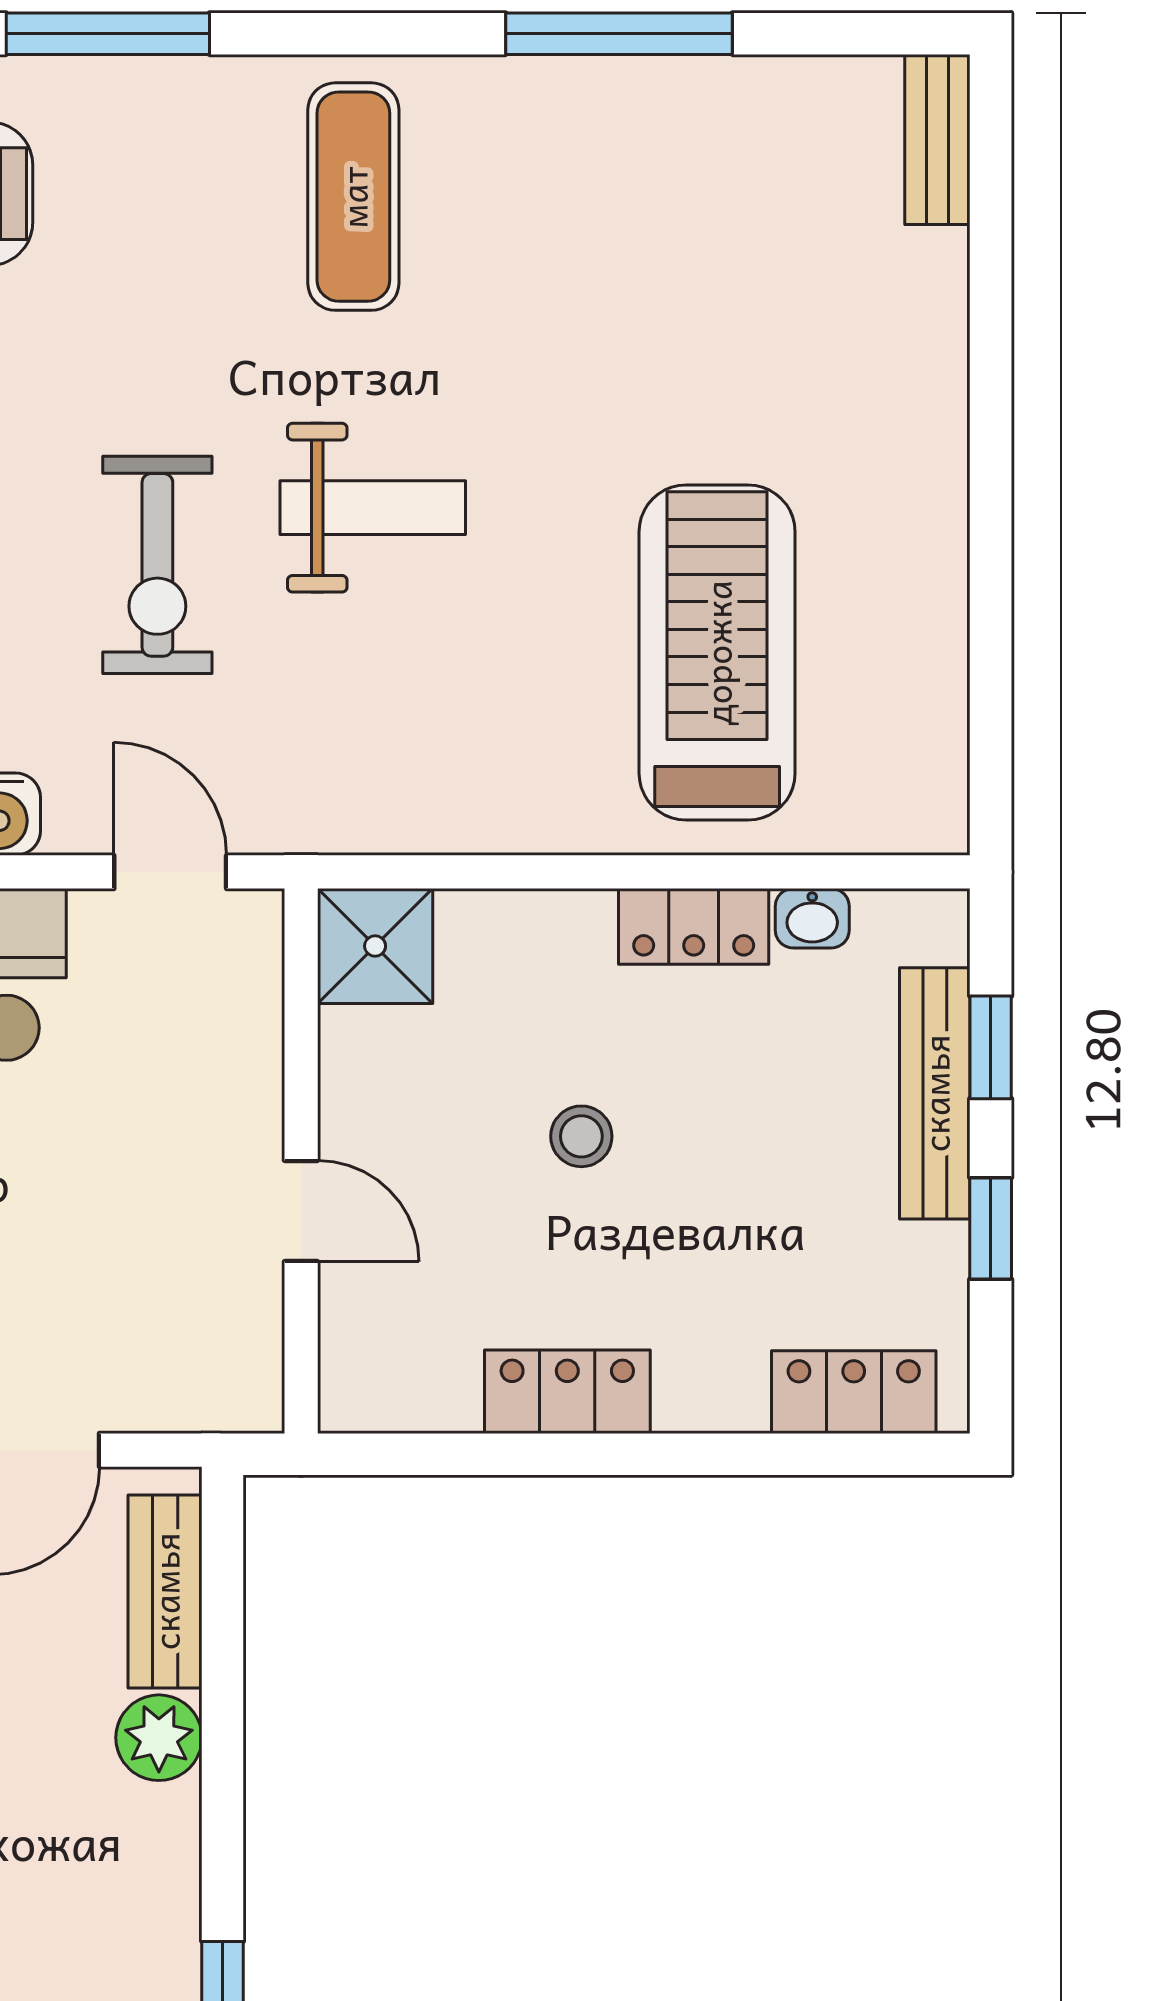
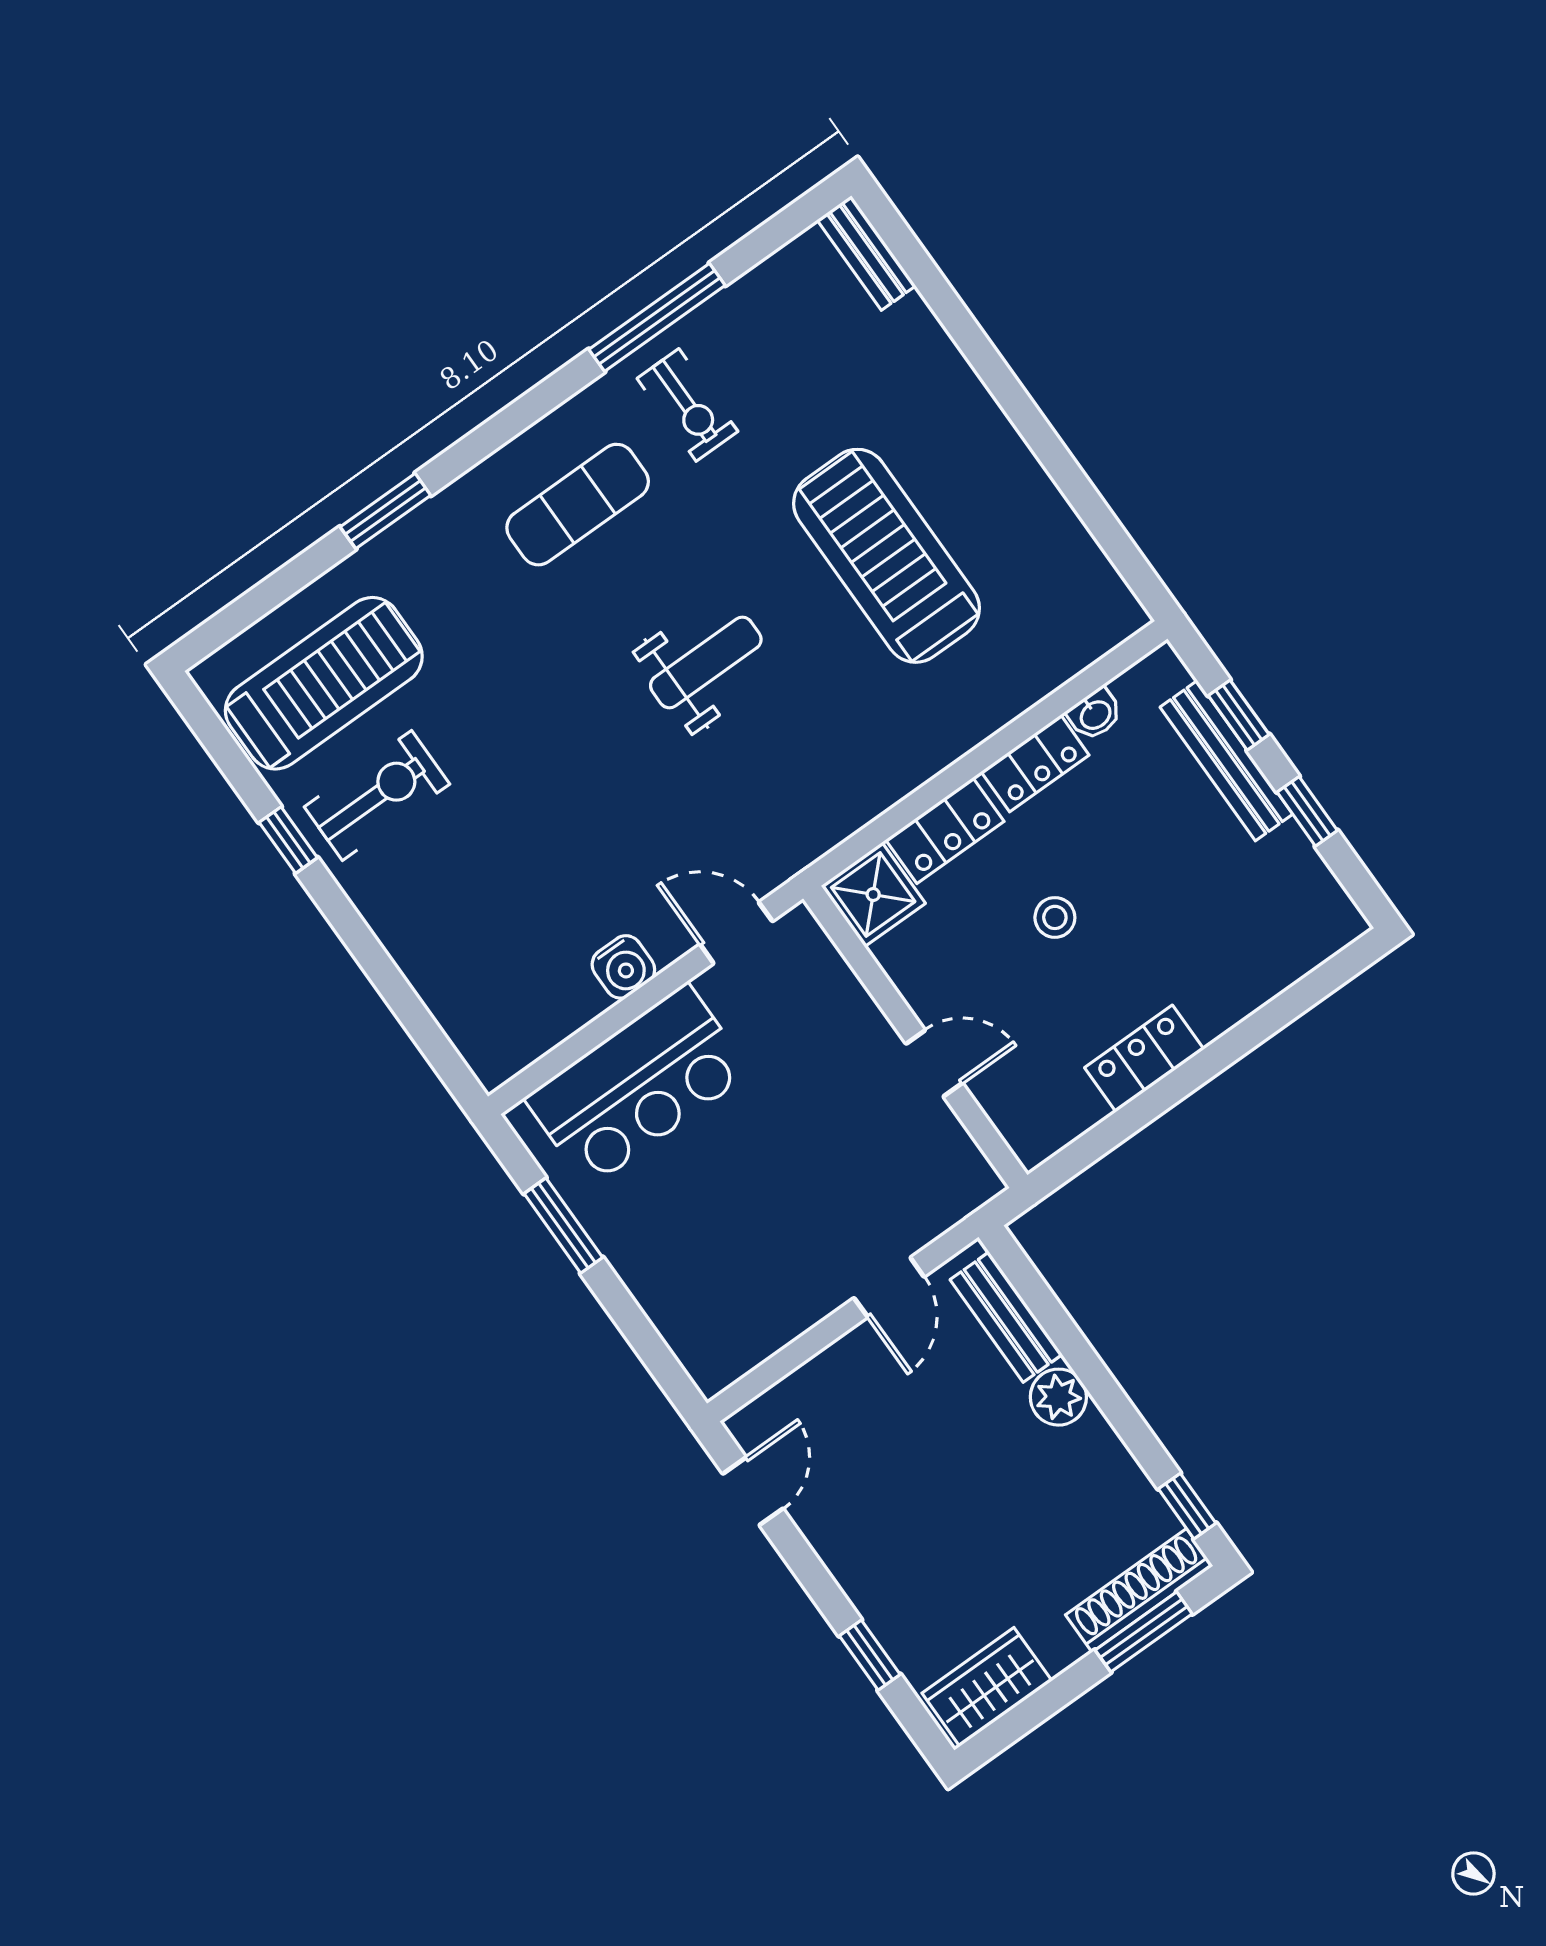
window: (108, 34) -> (385, 511), width x0.69
exercise mat: (353, 197) -> (578, 505), turned 90
exercise bike: (157, 565) -> (687, 405), moved, width x0.73, depth x0.72
treadmill: (717, 653) -> (887, 556), moved
locker: (854, 1392) -> (945, 831), moved, turned 180

